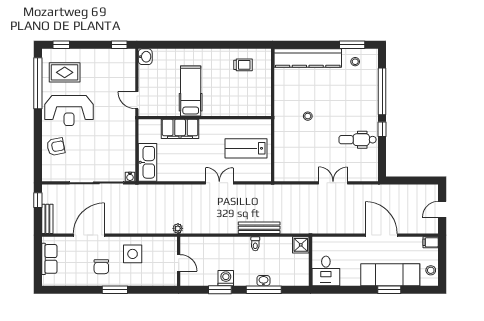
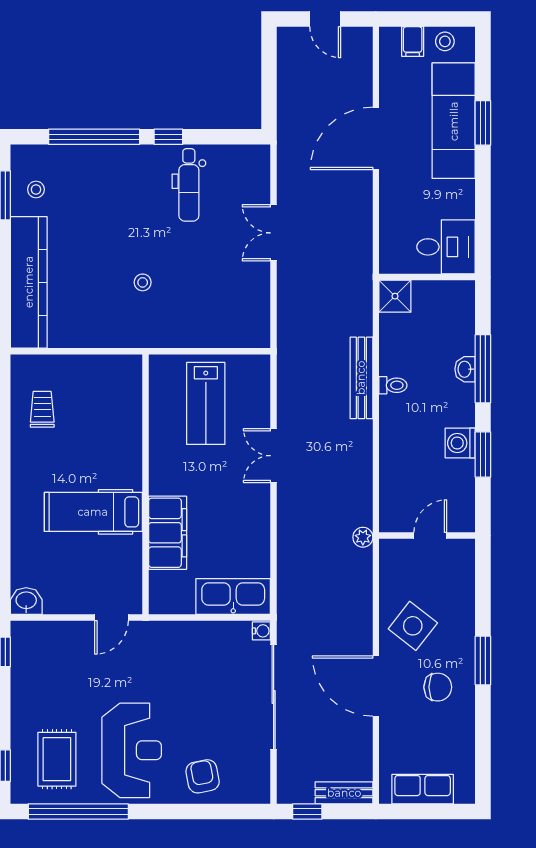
door: (89, 235) -> (376, 686), moved
filing cabinet: (431, 242) -> (413, 42), moved
side table: (133, 254) -> (413, 626), turned 38

